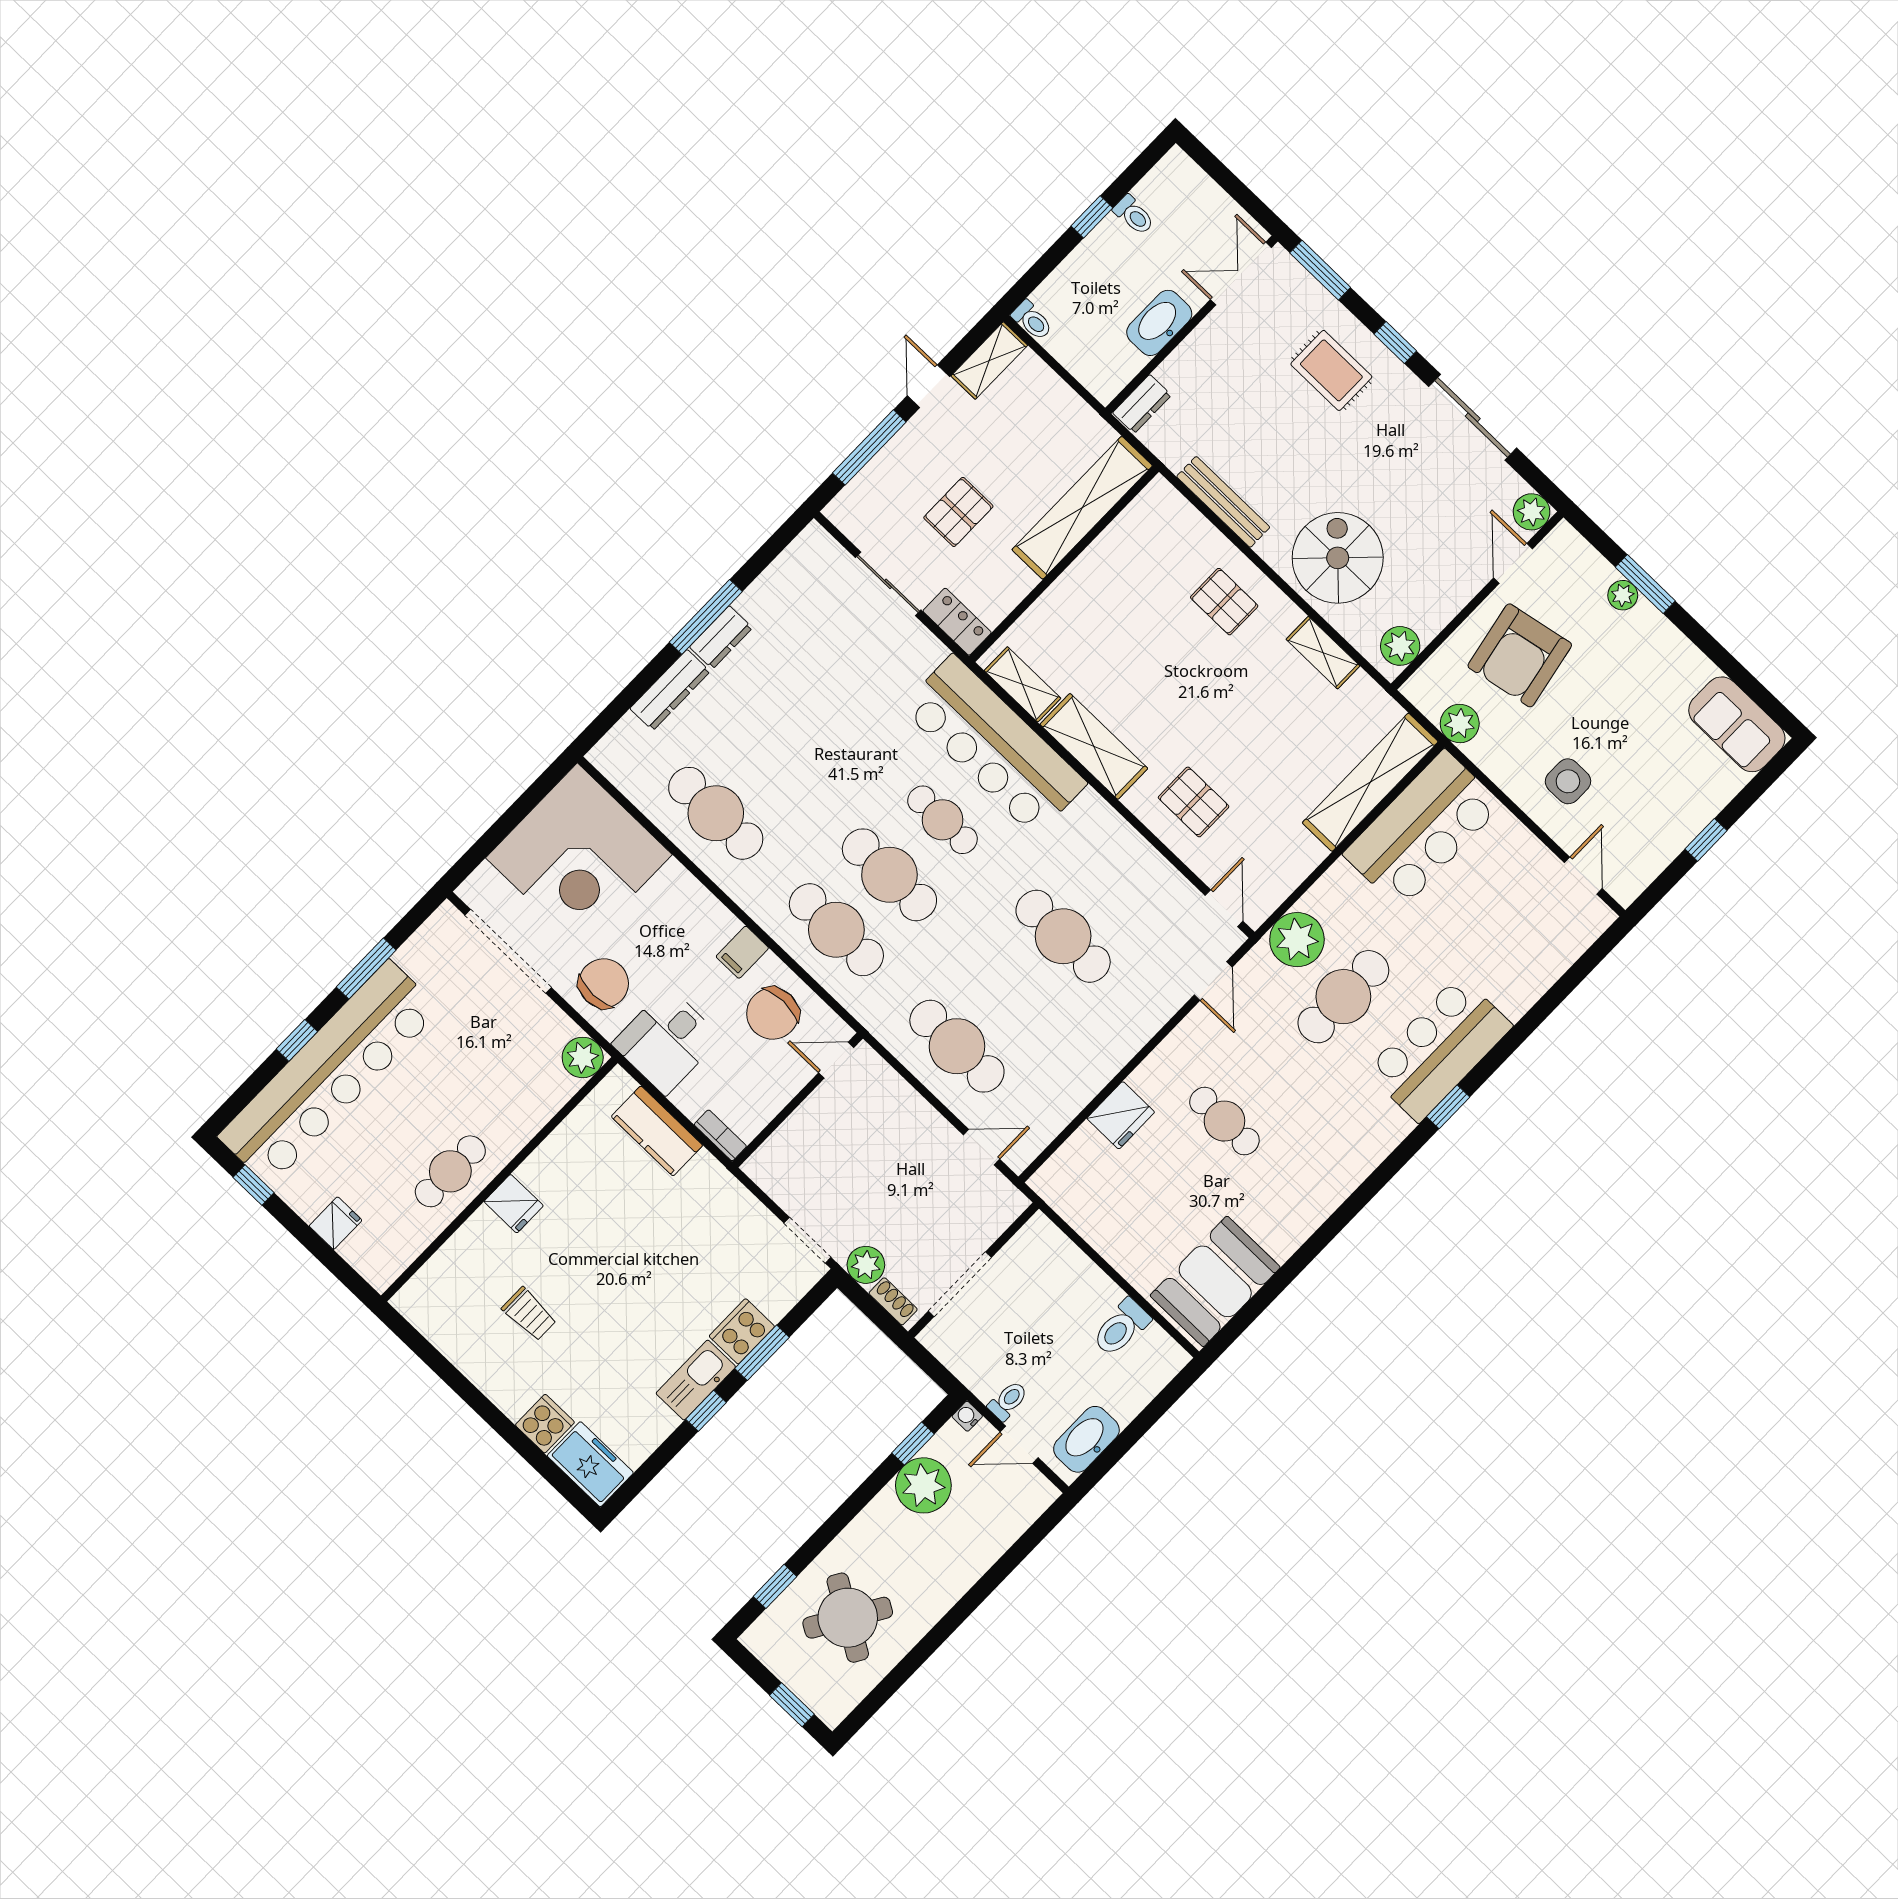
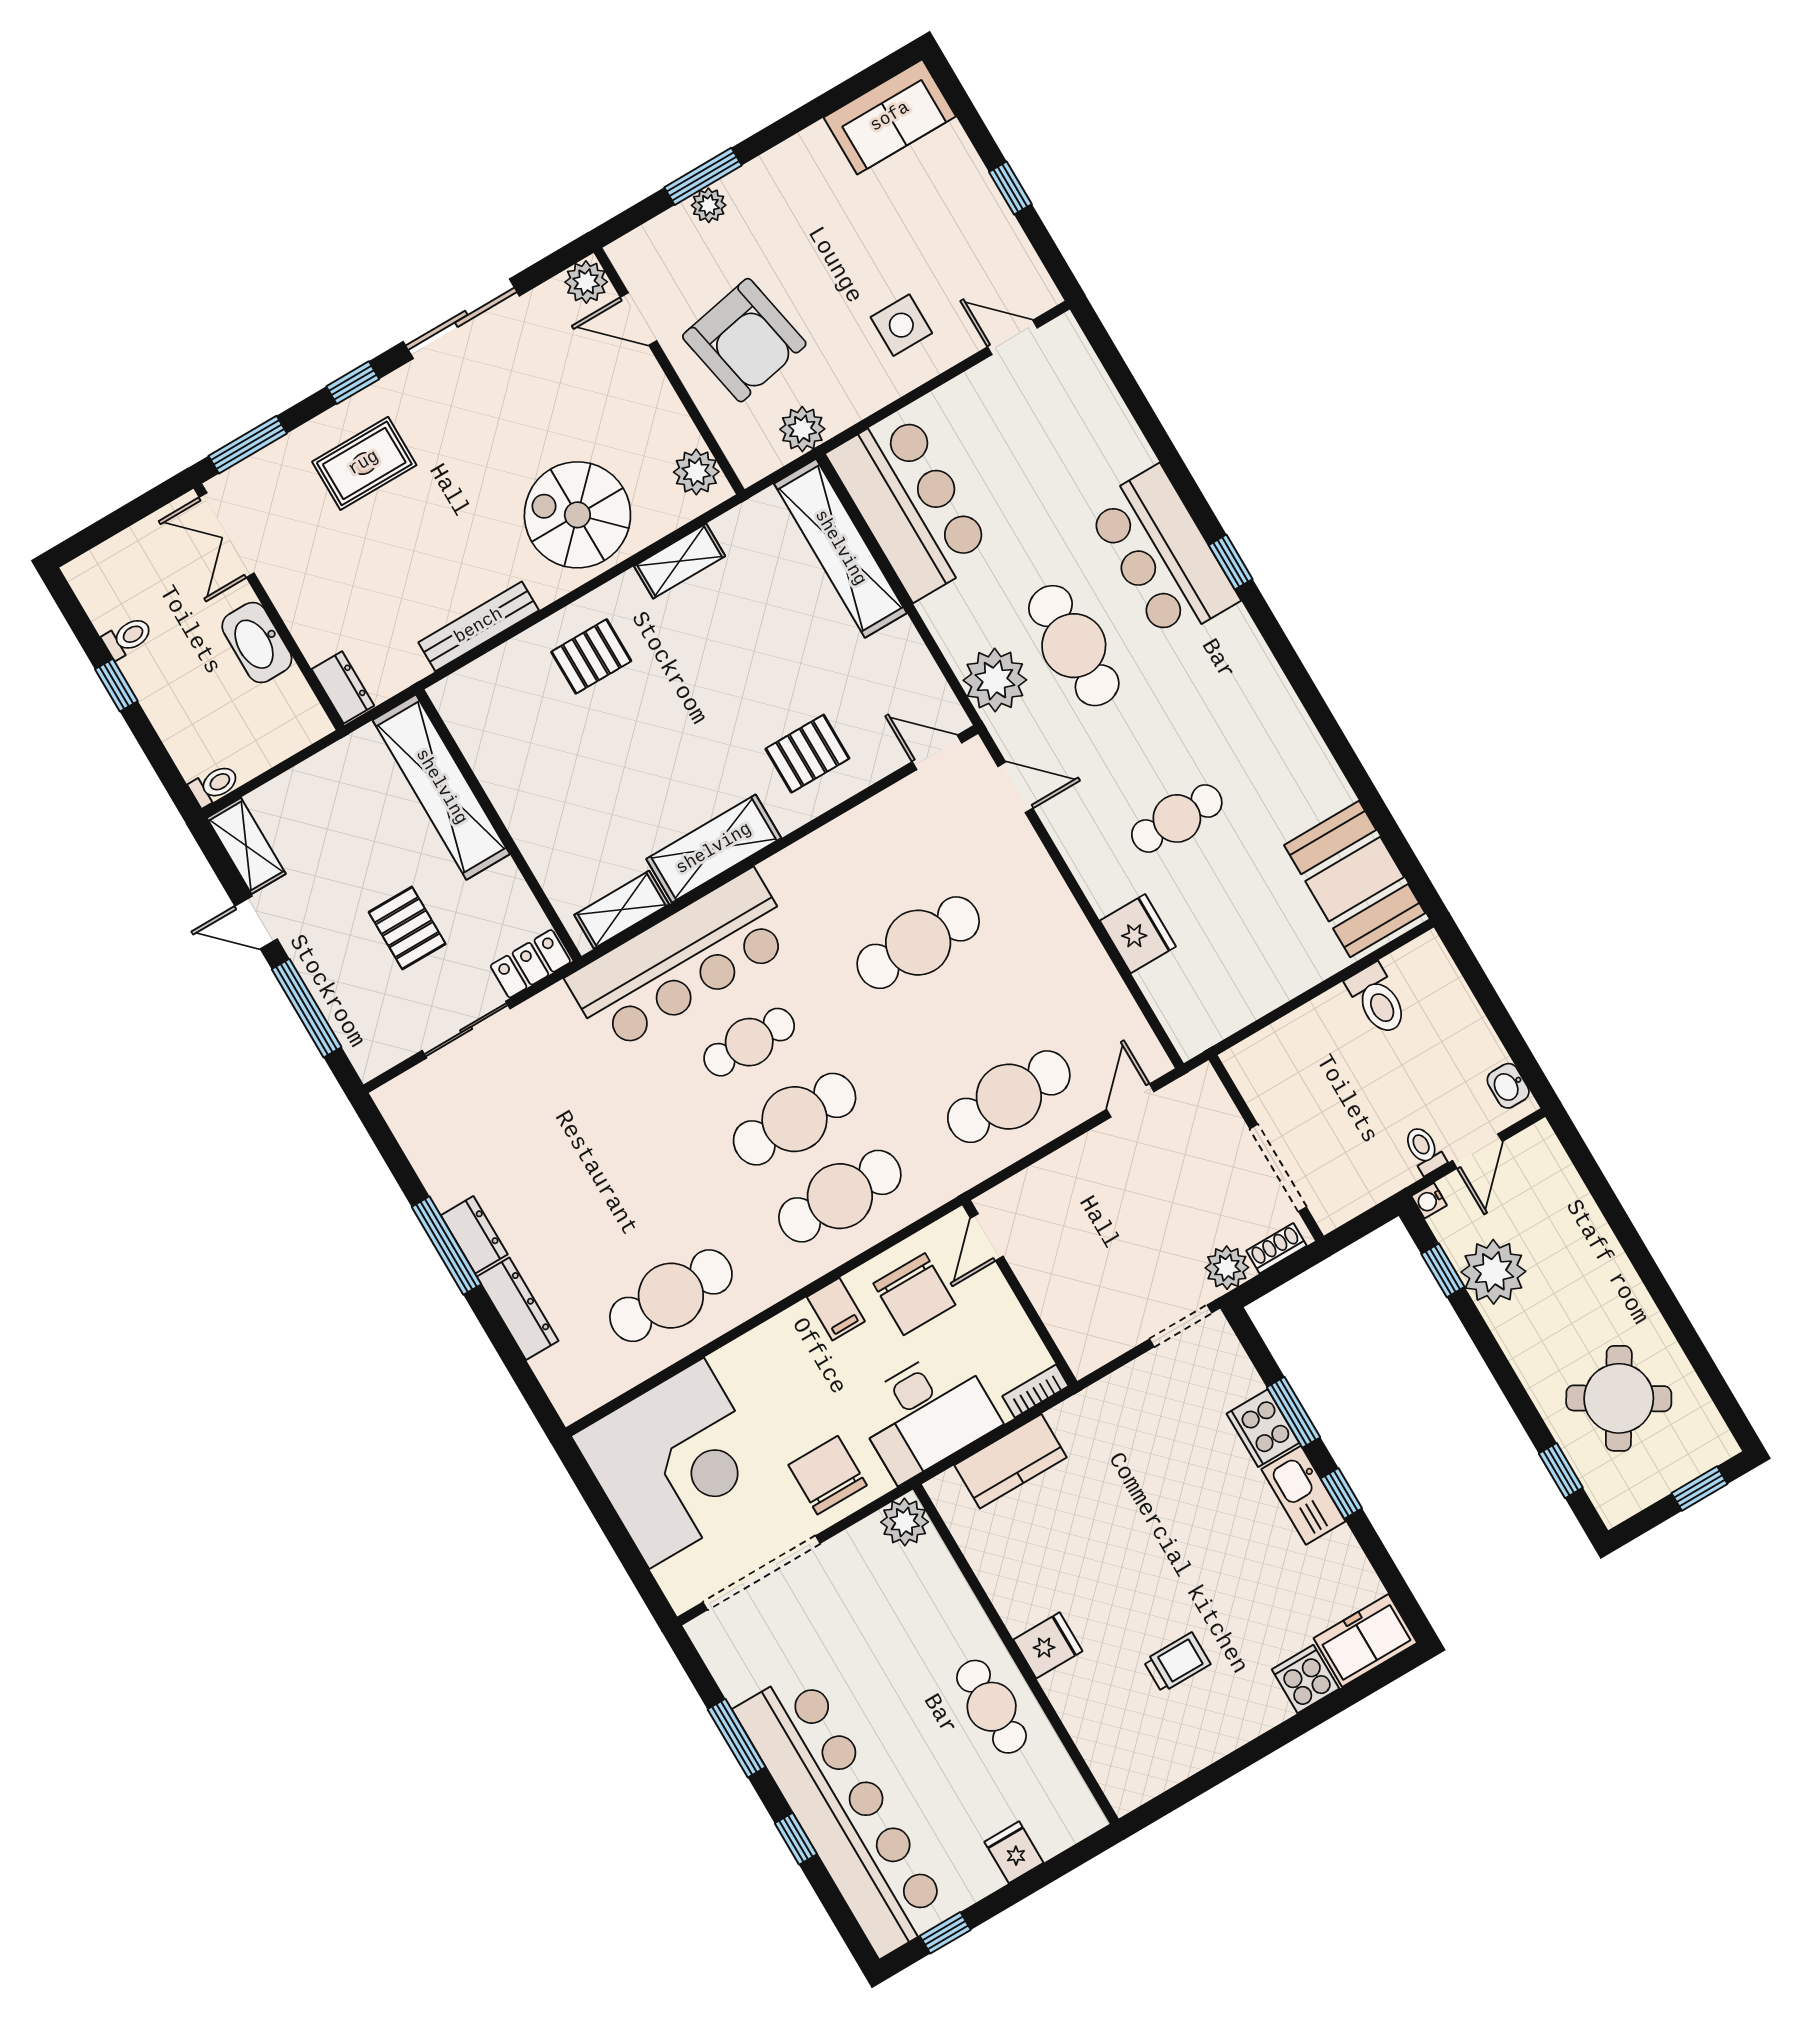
desk: (667, 1041) -> (926, 1414), width x1.37
washbasin: (1086, 1439) -> (1508, 1086), width x0.52, depth x0.69

